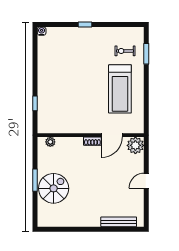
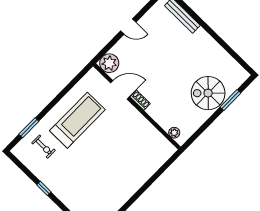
window: (85, 24) -> (44, 188), moved
window: (35, 103) -> (156, 175), removed
window: (35, 180) -> (230, 100), moved

